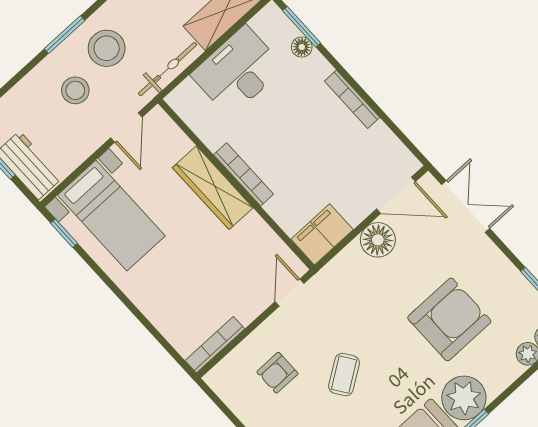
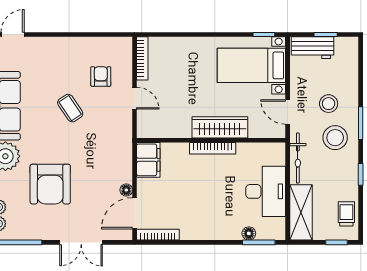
bookcase: (352, 99) -> (158, 235), moved
double door: (466, 207) -> (81, 242), moved
floor lamp: (378, 240) -> (126, 190), width x0.53, depth x0.53
door: (289, 293) -> (135, 98), moved

